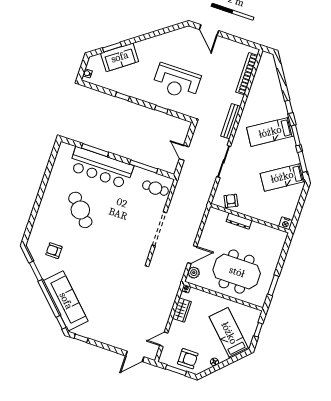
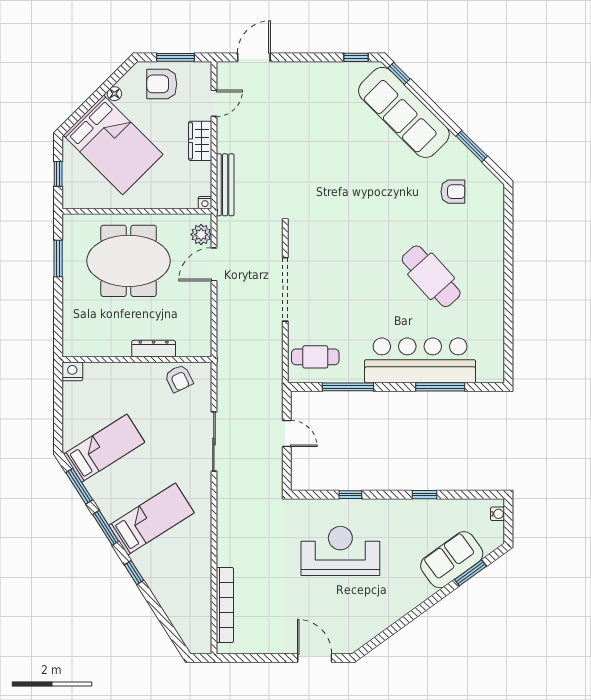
bench: (231, 121) -> (225, 185), moved
wardrobe: (182, 310) -> (200, 141), moved
bed: (229, 333) -> (113, 145), width x1.50

